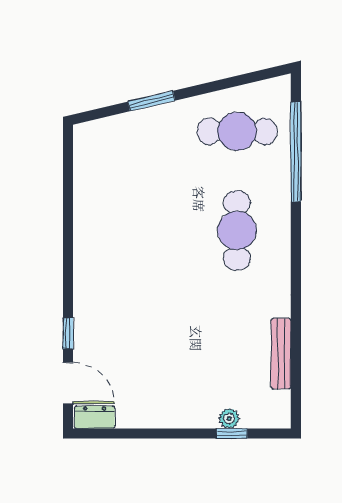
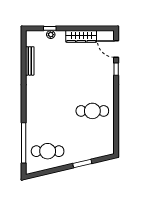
cafe table: (237, 230) -> (92, 111), moved, turned 90
wardrobe: (154, 414) -> (81, 36), added
dresser: (95, 417) -> (105, 35), removed

